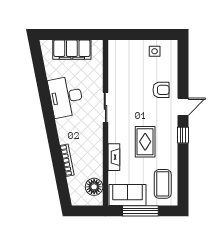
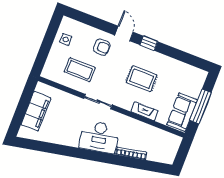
armchair: (161, 90) -> (102, 47), turned 90
desk: (66, 97) -> (99, 137), moved
coffee table: (163, 184) -> (80, 70), moved
floor lamp: (94, 187) -> (164, 139), removed

